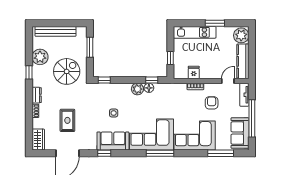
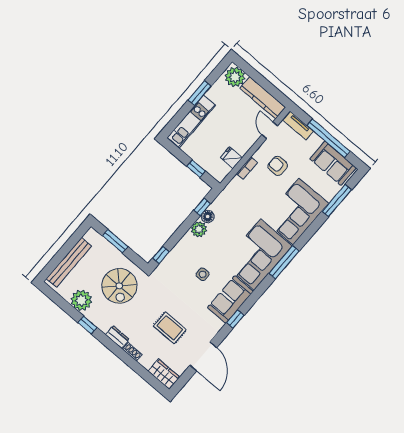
spiral stairs: (67, 71) -> (119, 286), turned 180

